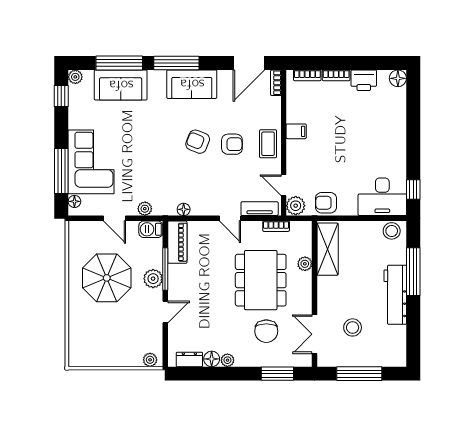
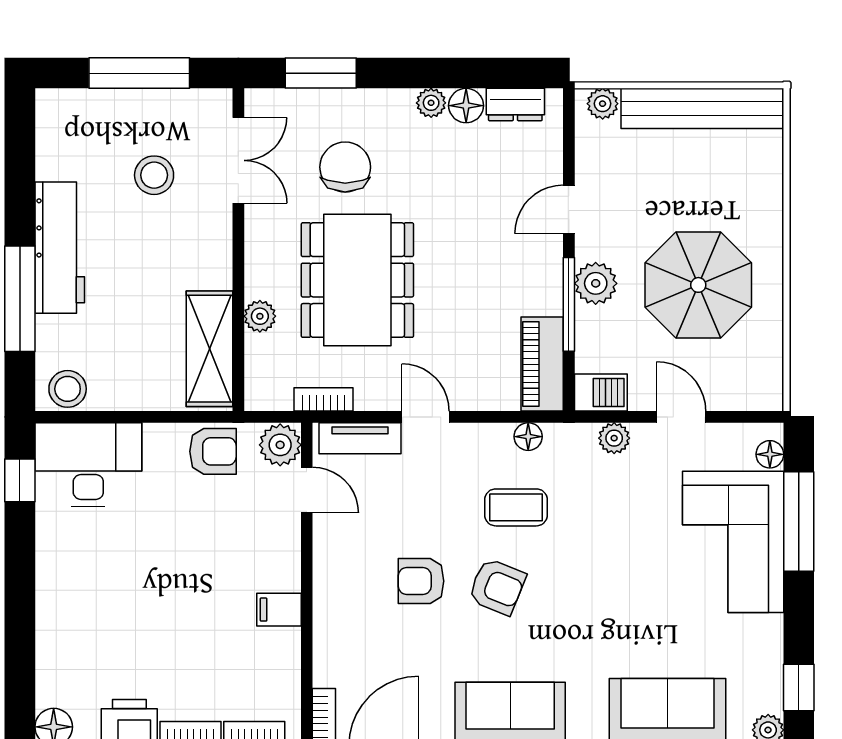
coffee table: (268, 144) -> (516, 507), moved, turned 90
bench: (105, 358) -> (702, 108), added

